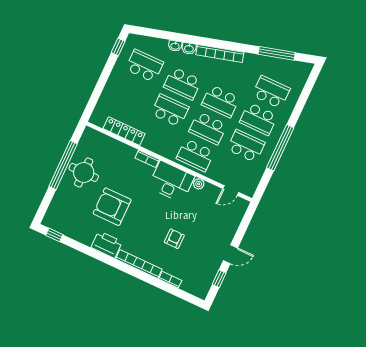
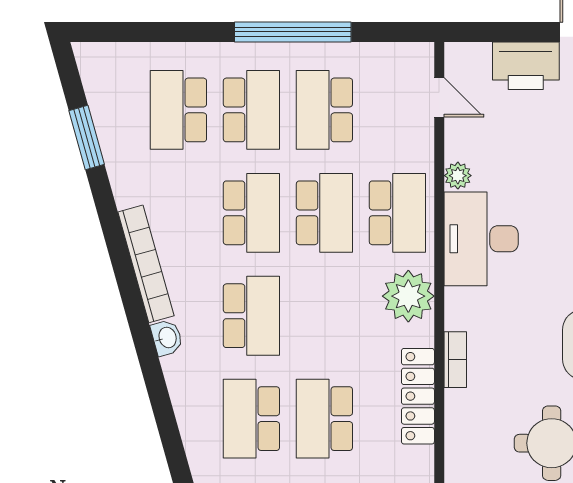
washbasin: (175, 46) -> (175, 371), removed
window: (277, 53) -> (87, 138), width x0.69
school desk: (170, 110) -> (324, 419), moved
plant: (163, 145) -> (408, 296), added
bookcase: (147, 159) -> (455, 360), moved
printer: (228, 228) -> (526, 66), added

